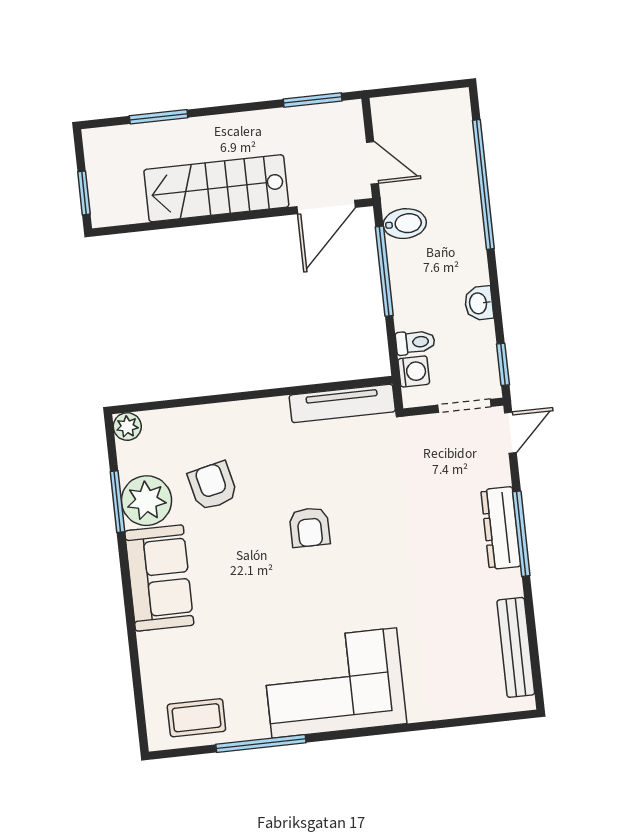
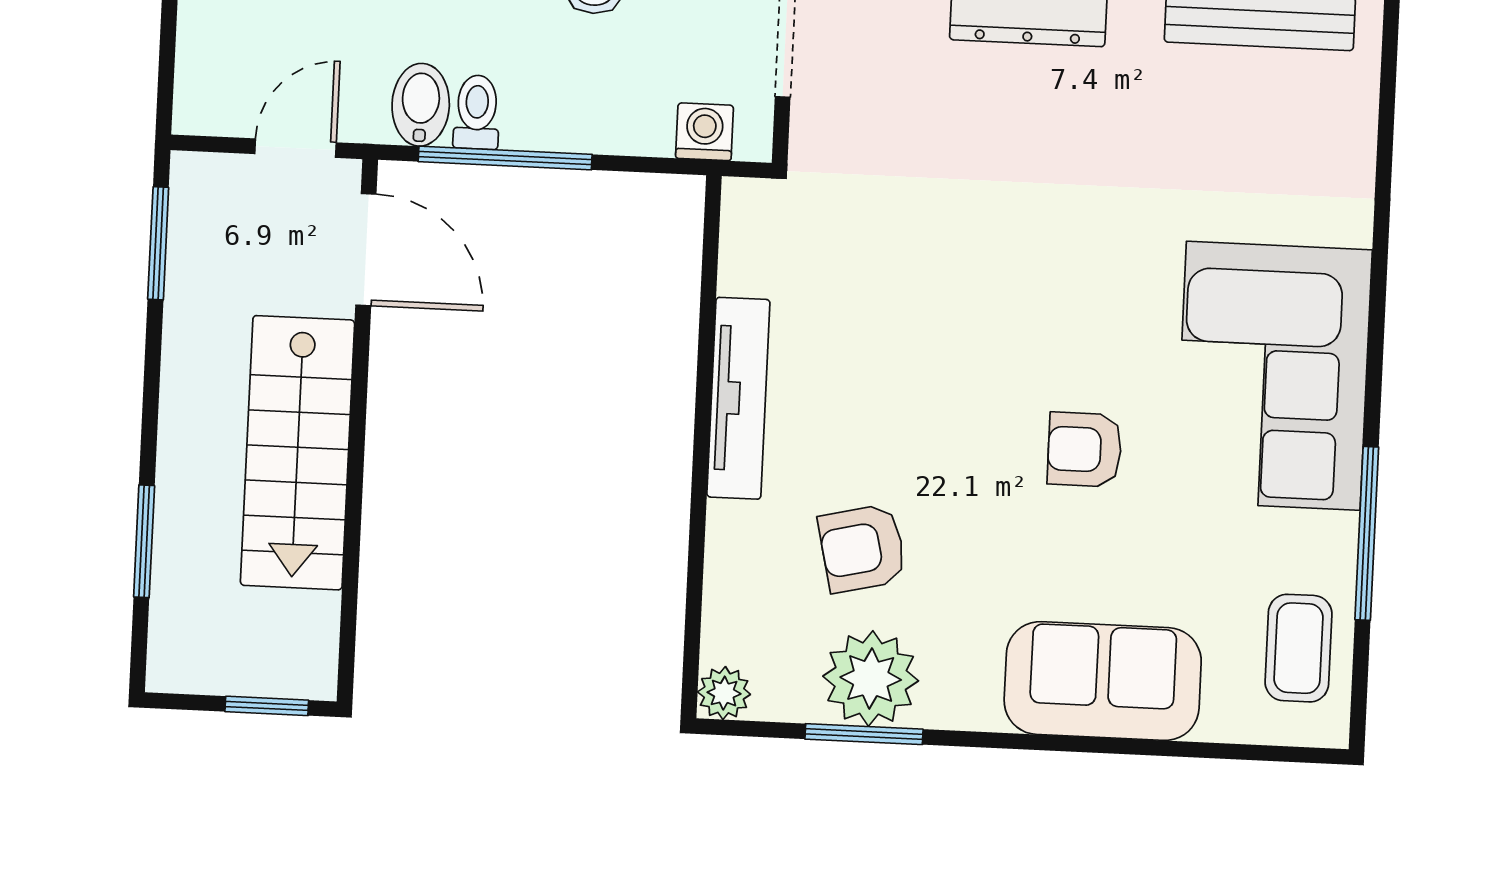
toilet: (415, 342) -> (477, 112), moved
tv unit: (342, 403) -> (738, 398), moved
armchair: (310, 527) -> (1085, 449), moved, turned 180
sofa: (159, 578) -> (1103, 681), moved

